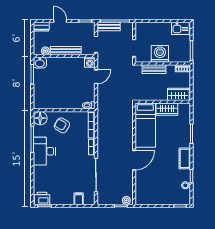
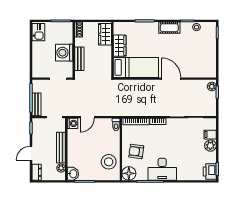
door: (96, 77) -> (87, 117), swing flipped
stool: (52, 98) -> (109, 162), added
armchair: (62, 125) -> (136, 151), turned 67
plant: (68, 199) -> (210, 146), added

